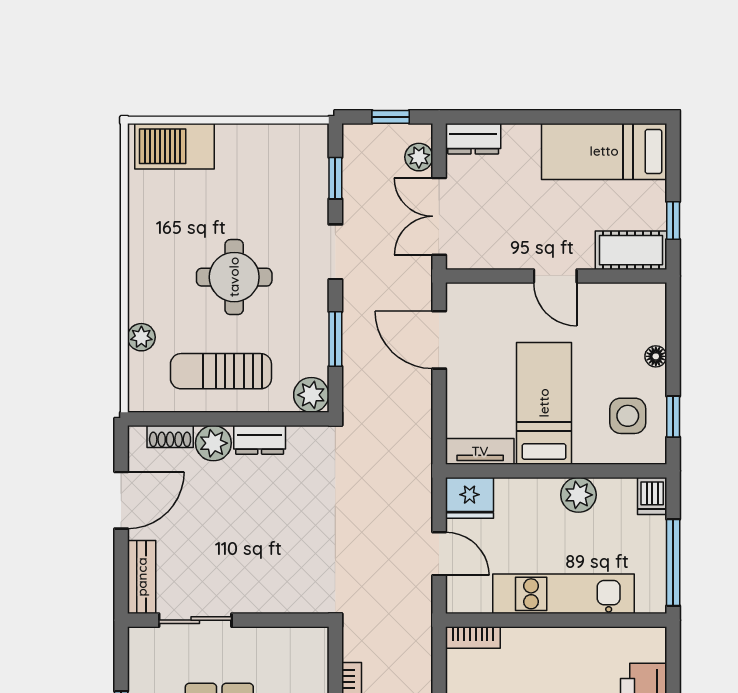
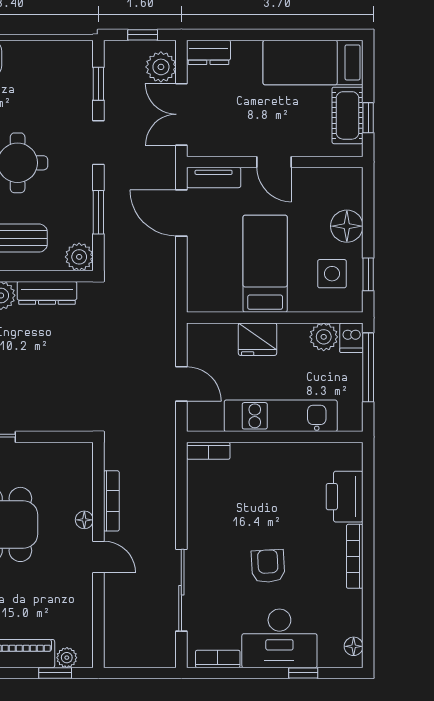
plant: (419, 157) -> (161, 67), width x1.38, depth x1.38
cot: (631, 250) -> (348, 115), moved, turned 90
floor lamp: (656, 356) -> (347, 226), width x1.89, depth x1.89
dresser: (260, 440) -> (47, 293), width x1.44
tv unit: (480, 451) -> (214, 177), moved, turned 180
plant: (578, 495) -> (324, 337), moved
fridge: (470, 498) -> (257, 339), moved
window: (673, 562) -> (368, 367), moved

